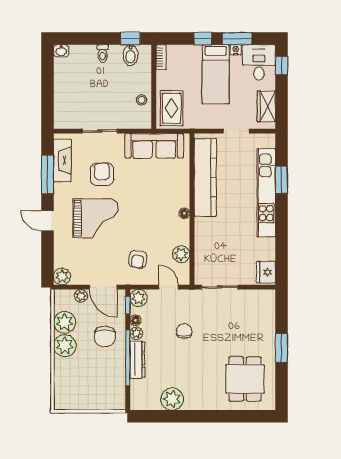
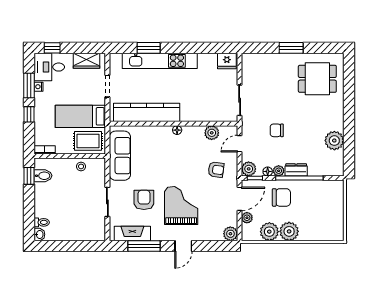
toilet: (103, 54) -> (42, 222), moved
bed: (216, 74) -> (80, 116), moved, turned 180
armchair: (102, 174) -> (144, 200), turned 90
dresser: (137, 360) -> (296, 170), width x0.70

